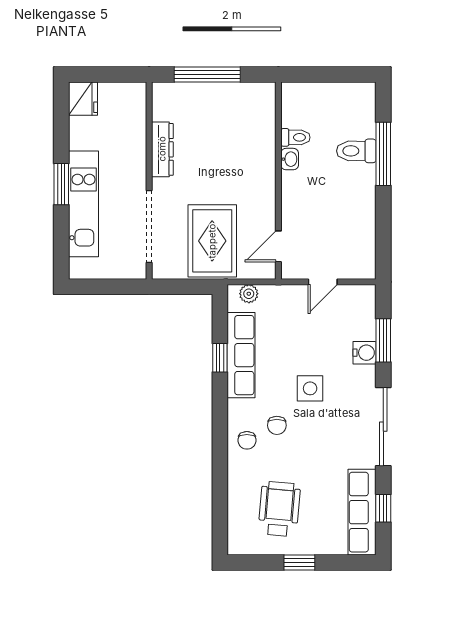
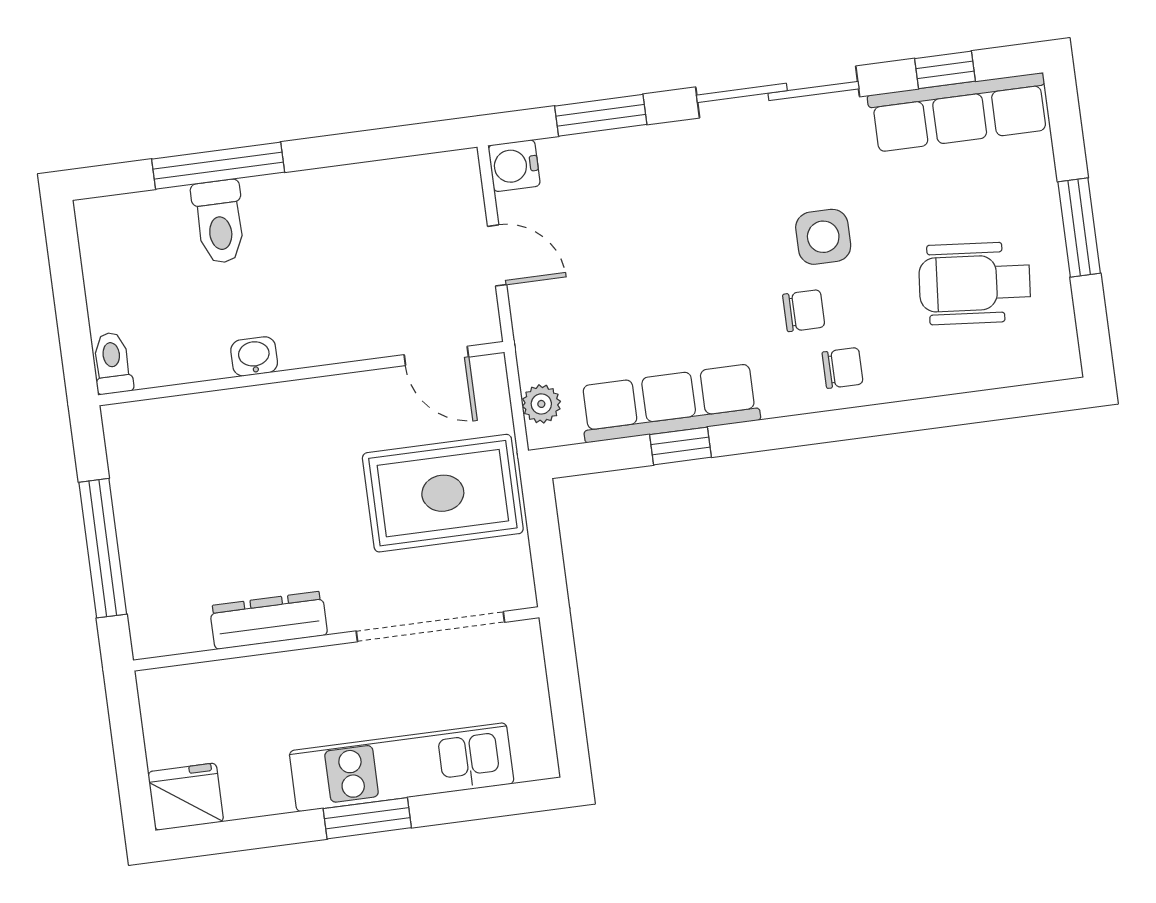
toilet: (295, 137) -> (112, 363), moved
water cooler: (365, 353) -> (514, 166), moved, turned -90
side table: (310, 388) -> (823, 237), moved
window: (299, 562) -> (1079, 227), width x1.50

